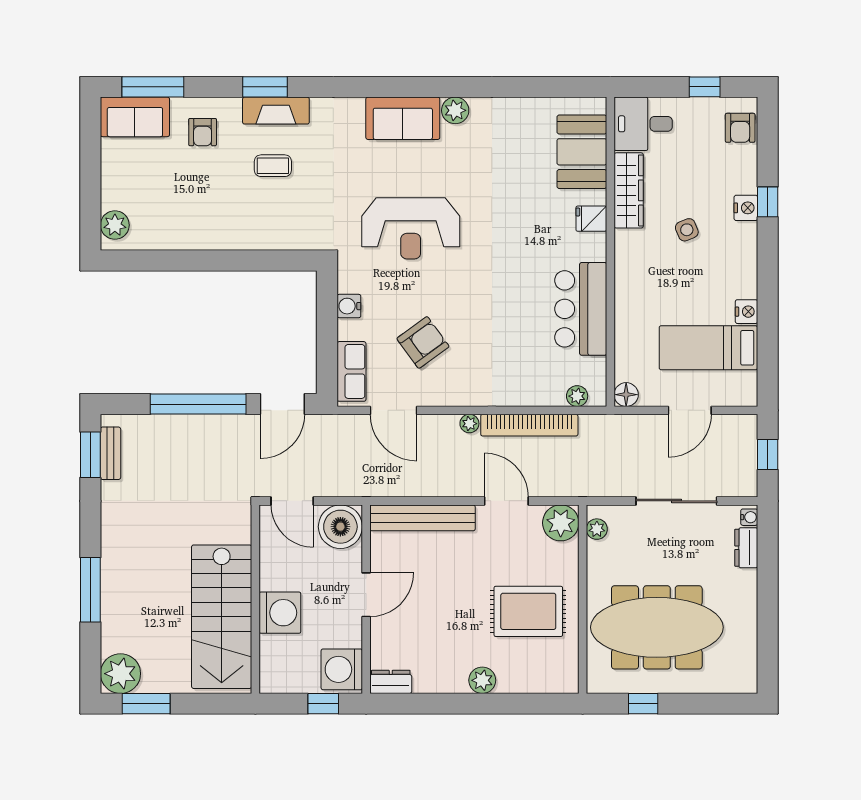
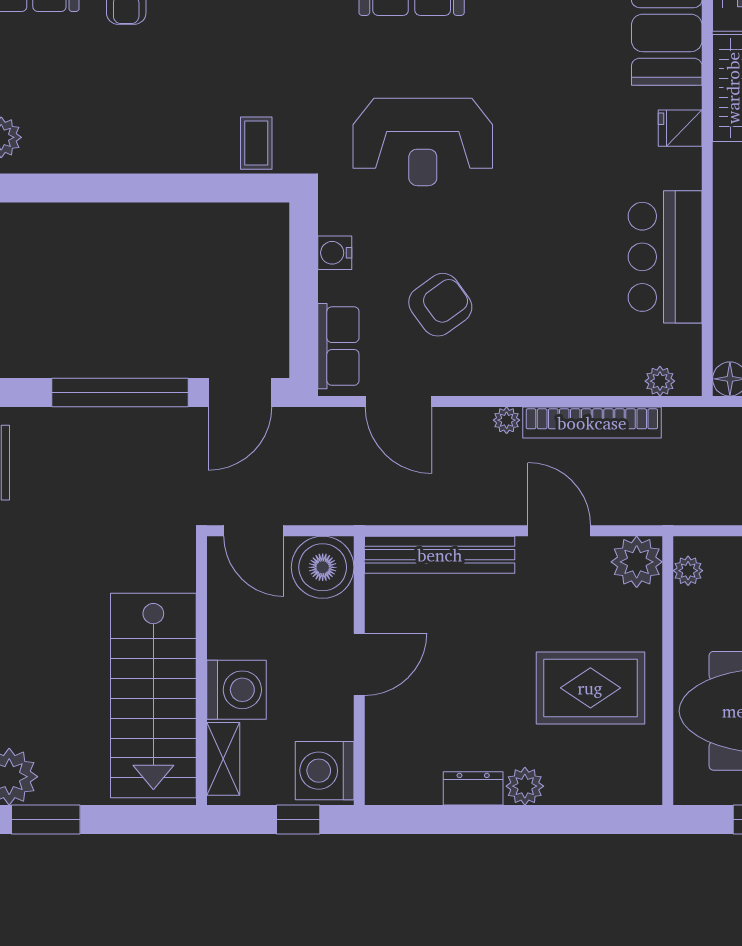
coffee table: (273, 166) -> (256, 143), moved, turned 90
shelving: (271, 661) -> (223, 759), added
dresser: (391, 682) -> (473, 788), moved

